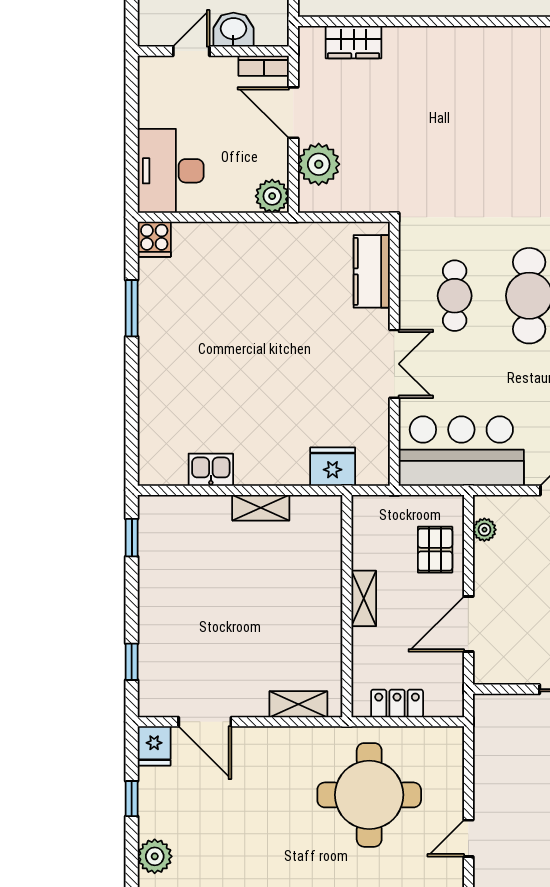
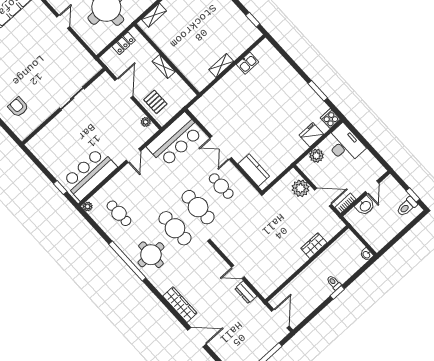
wardrobe: (354, 42) -> (314, 246), moved
plant: (272, 196) -> (316, 156), moved
fridge: (333, 467) -> (311, 135), moved, turned 180

